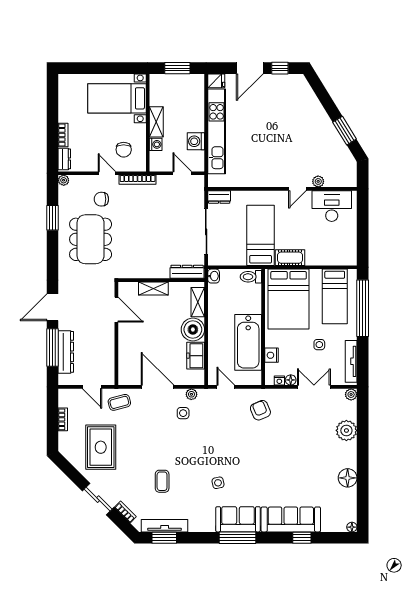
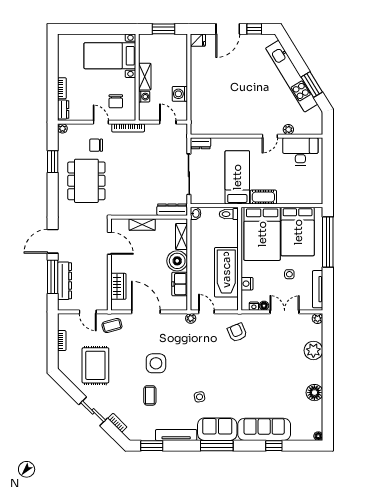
kitchen unit: (217, 131) -> (292, 76), moved, turned 149
bed: (335, 296) -> (298, 232), width x1.50
wardrobe: (127, 358) -> (118, 286), added
plant: (191, 394) -> (191, 318), moved
side table: (183, 413) -> (156, 363), moved, width x1.87, depth x1.87
tv unit: (165, 526) -> (176, 435), moved

